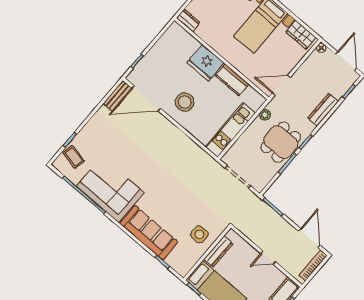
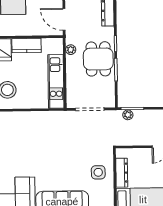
door: (281, 85) -> (64, 19), hinge flipped
plant: (265, 209) -> (128, 115), added

